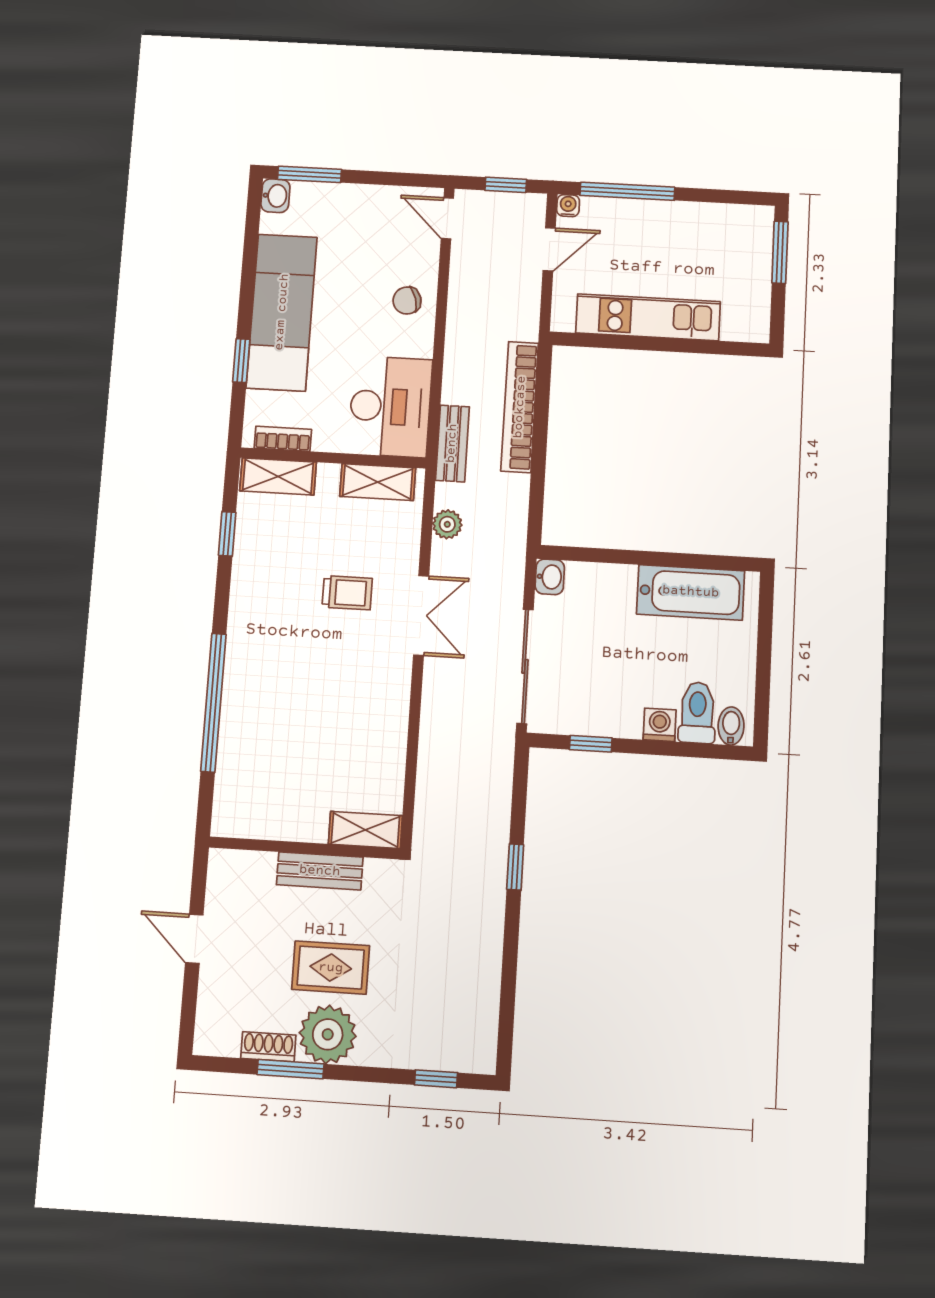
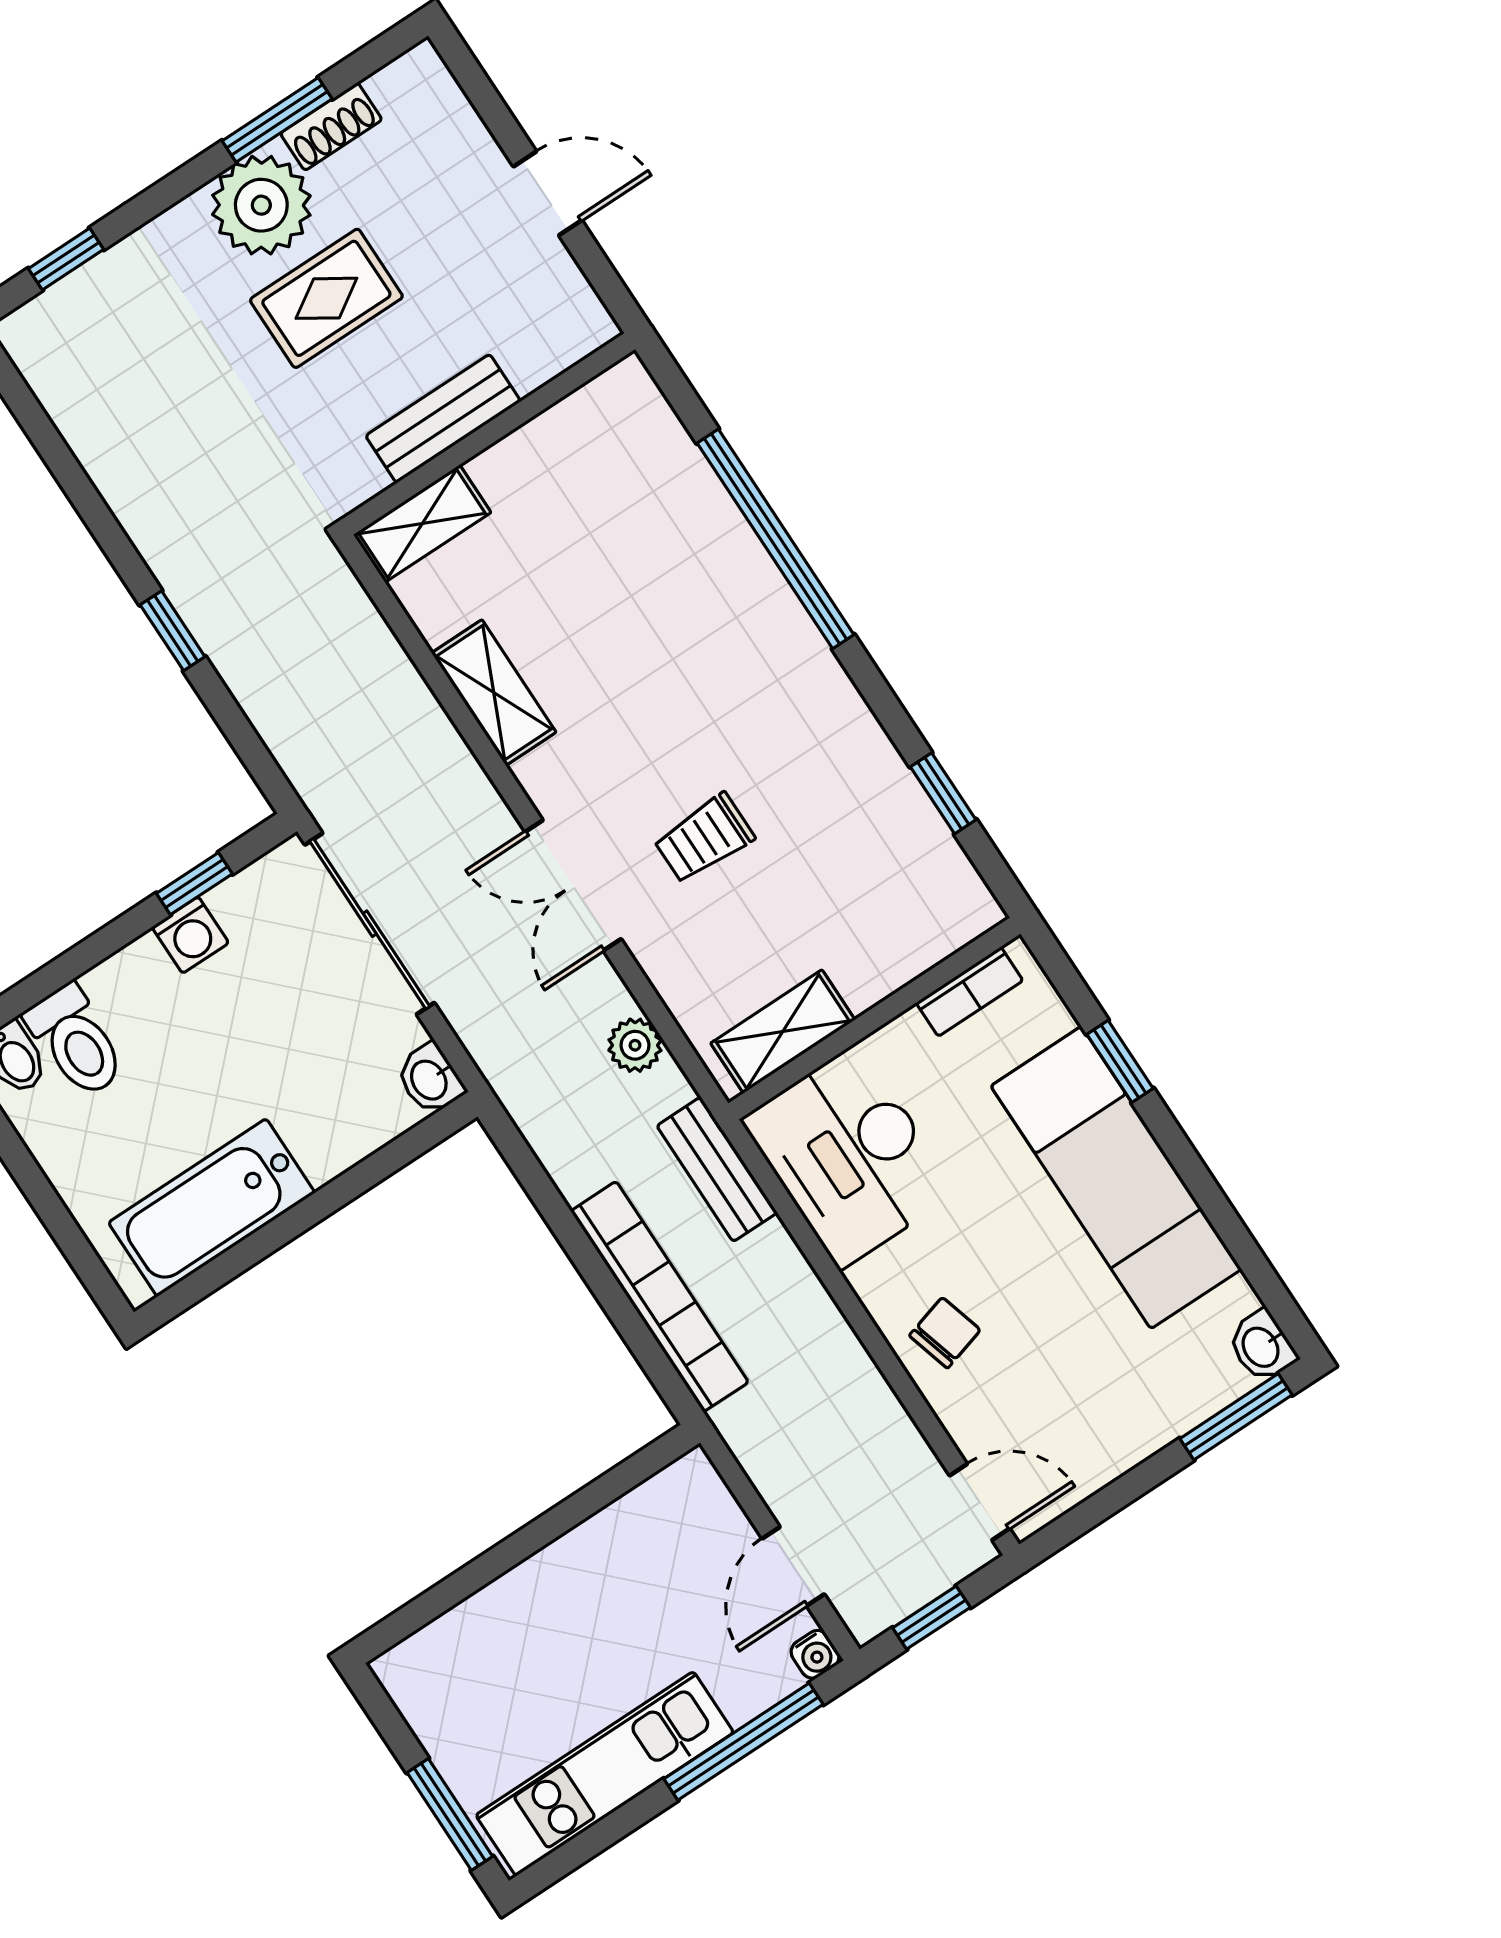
kitchen unit: (648, 317) -> (605, 1774), moved, turned 180
shelving: (278, 476) -> (494, 693), moved, turned 90
washing machine: (660, 725) -> (190, 935), moved

